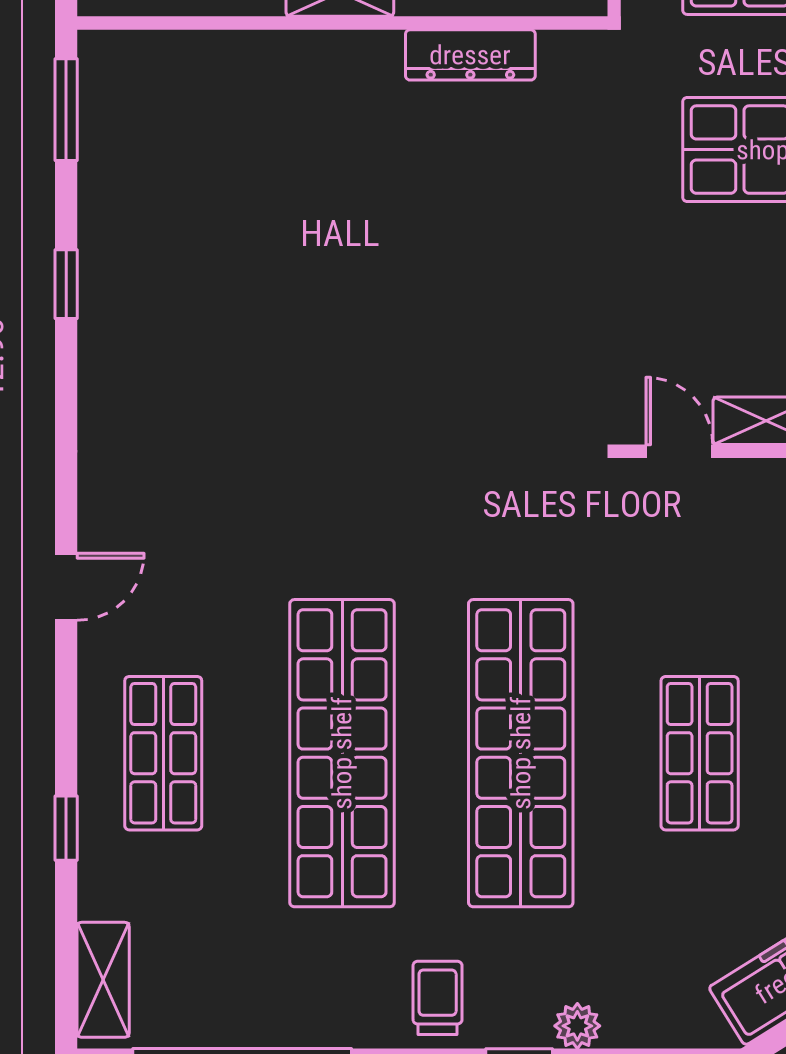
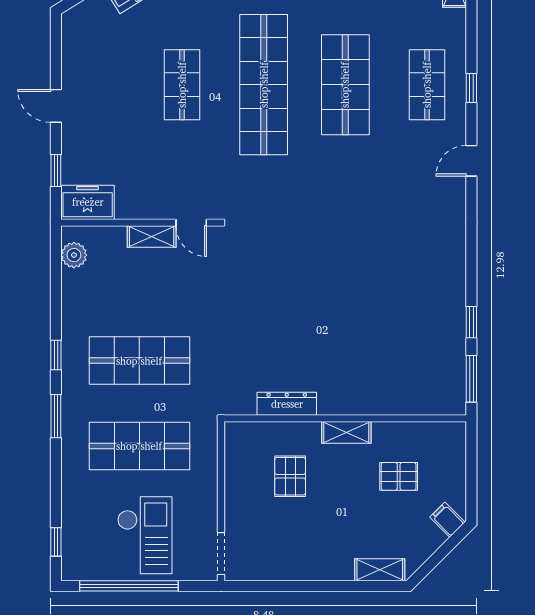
window: (66, 284) -> (471, 322), moved
shop shelf: (342, 753) -> (345, 85), width x0.71
window: (66, 828) -> (471, 88), moved

